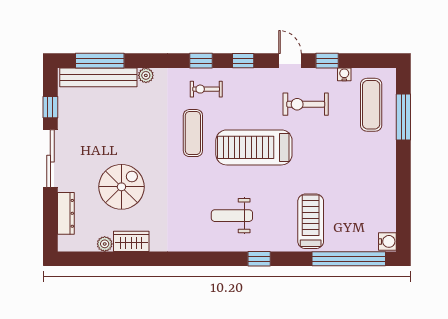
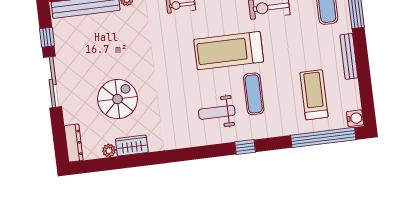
exercise mat: (193, 133) -> (254, 94), moved
bench: (389, 171) -> (349, 56), added
dresser: (66, 213) -> (74, 143), moved
treadmill: (311, 221) -> (314, 95), moved

